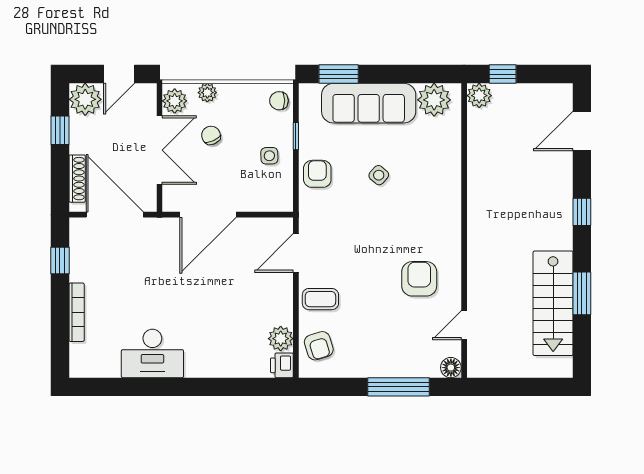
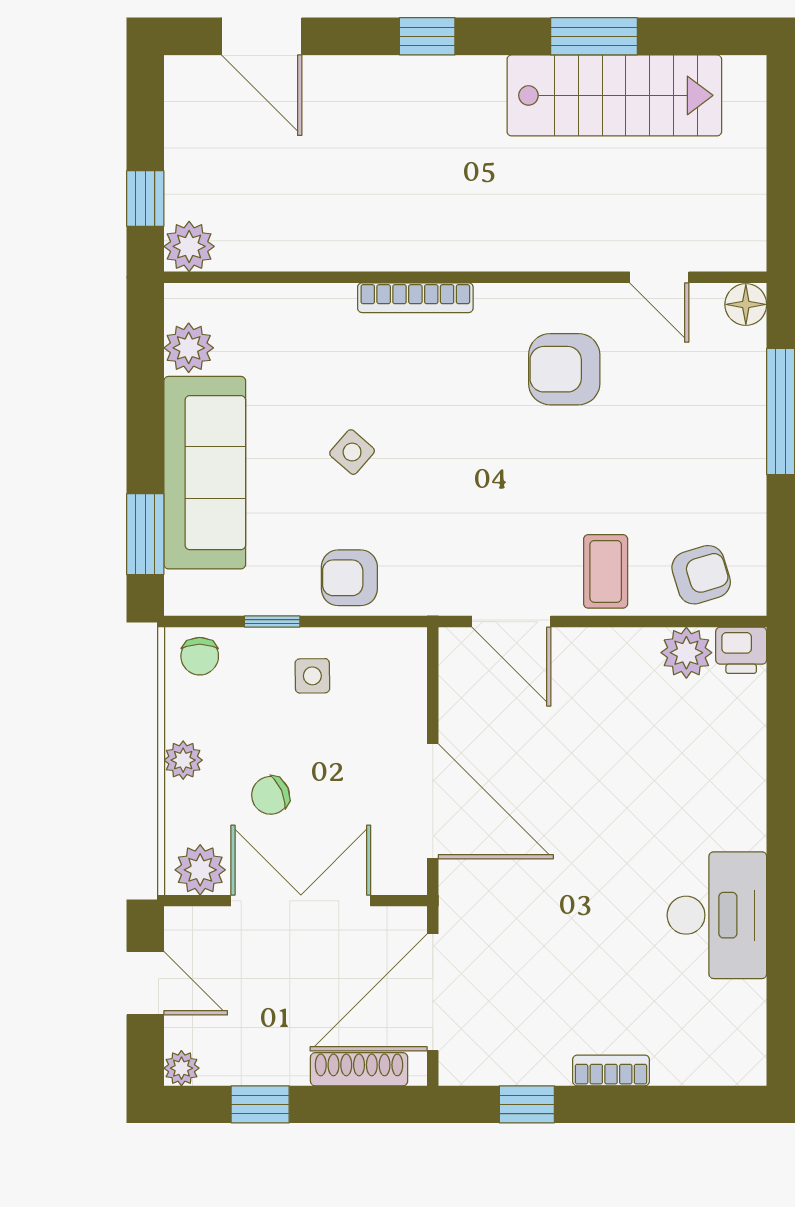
plant: (207, 93) -> (183, 760), moved
plant: (85, 99) -> (181, 1068), width x0.53, depth x0.53
plant: (434, 100) -> (189, 348), width x0.73, depth x0.73
bookcase: (454, 206) -> (415, 298), added
bookcase: (77, 312) -> (611, 1070), width x0.64

